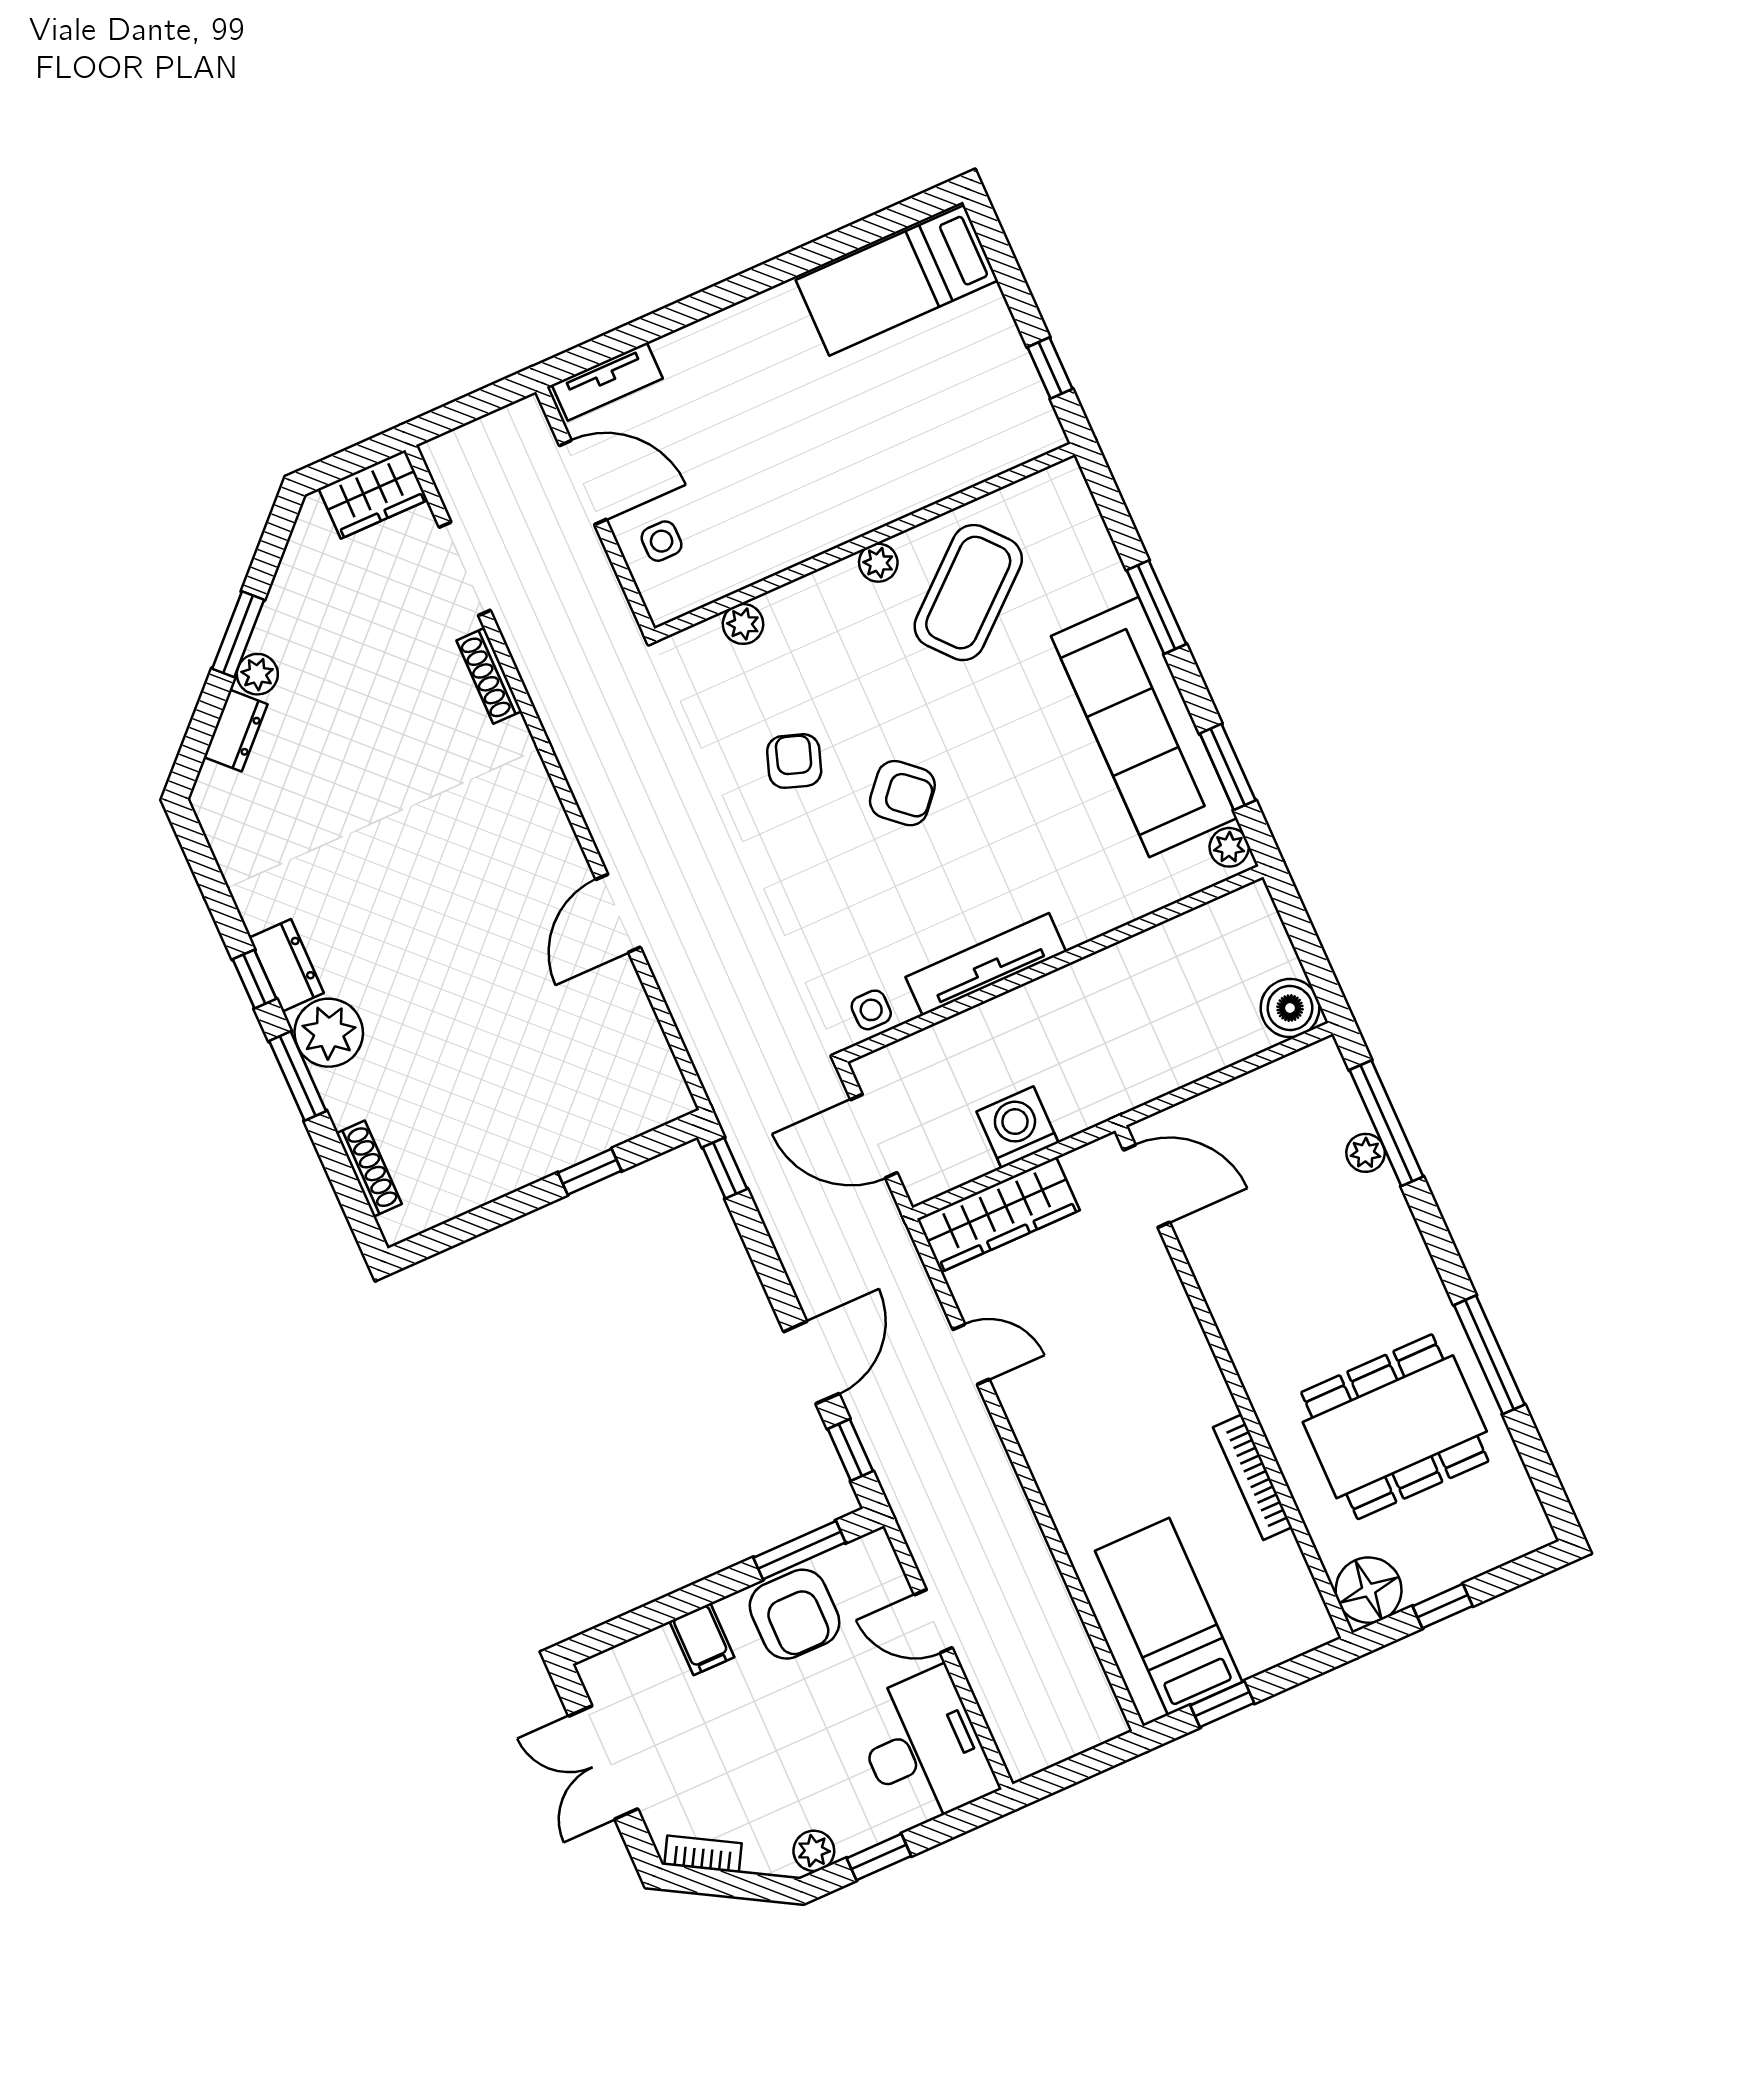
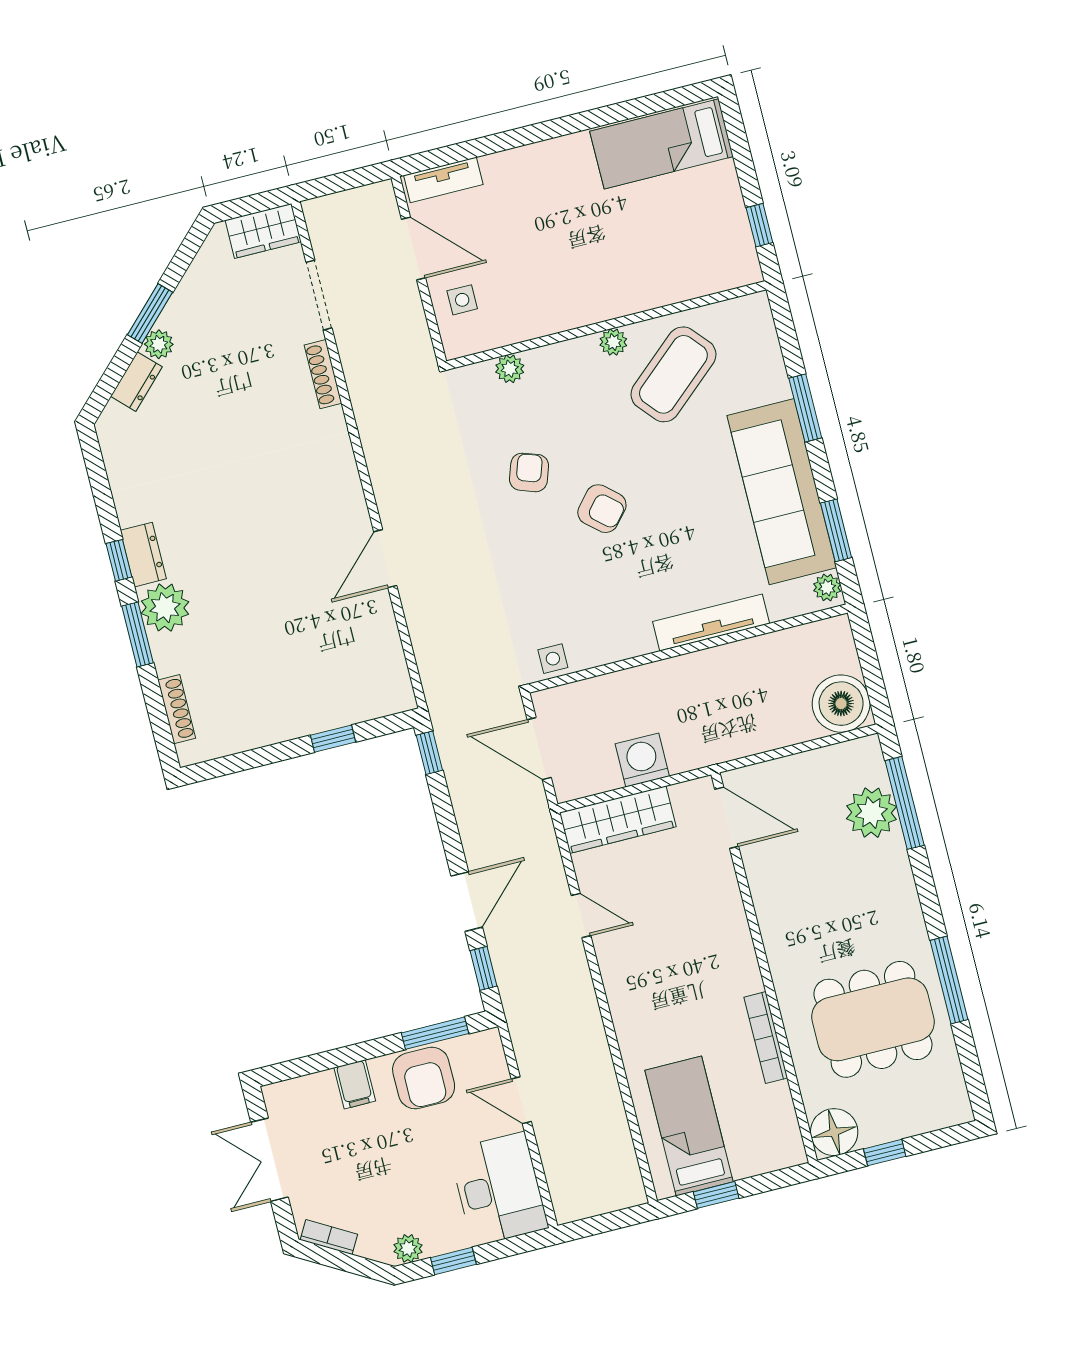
tv unit: (986, 964) -> (711, 623), moved
boiler: (1290, 1008) -> (841, 704), width x1.37, depth x1.37
plant: (1366, 1153) -> (871, 813), width x1.88, depth x1.88

